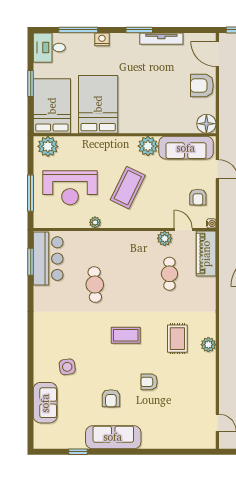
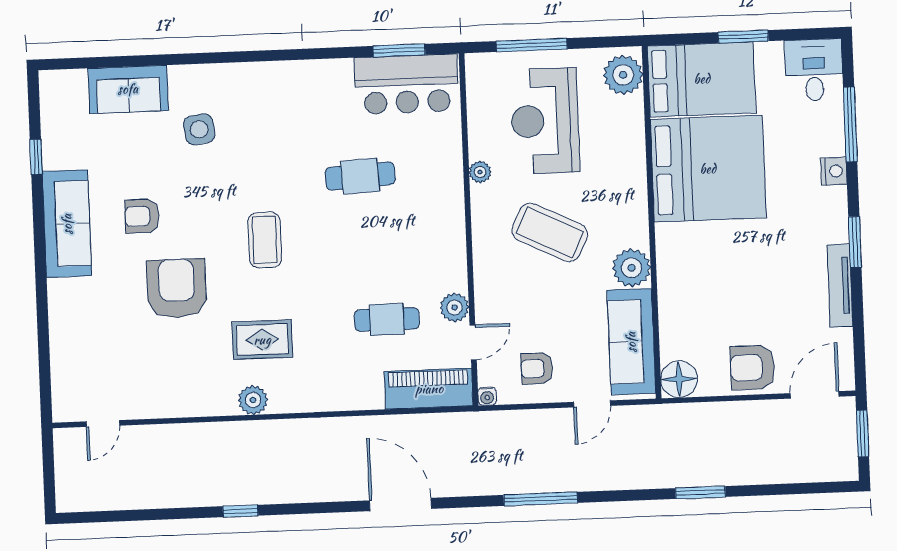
armchair: (202, 86) -> (753, 368), turned -90
bed: (98, 104) -> (708, 169), width x1.36
armchair: (149, 382) -> (177, 288), width x1.88, depth x1.88

